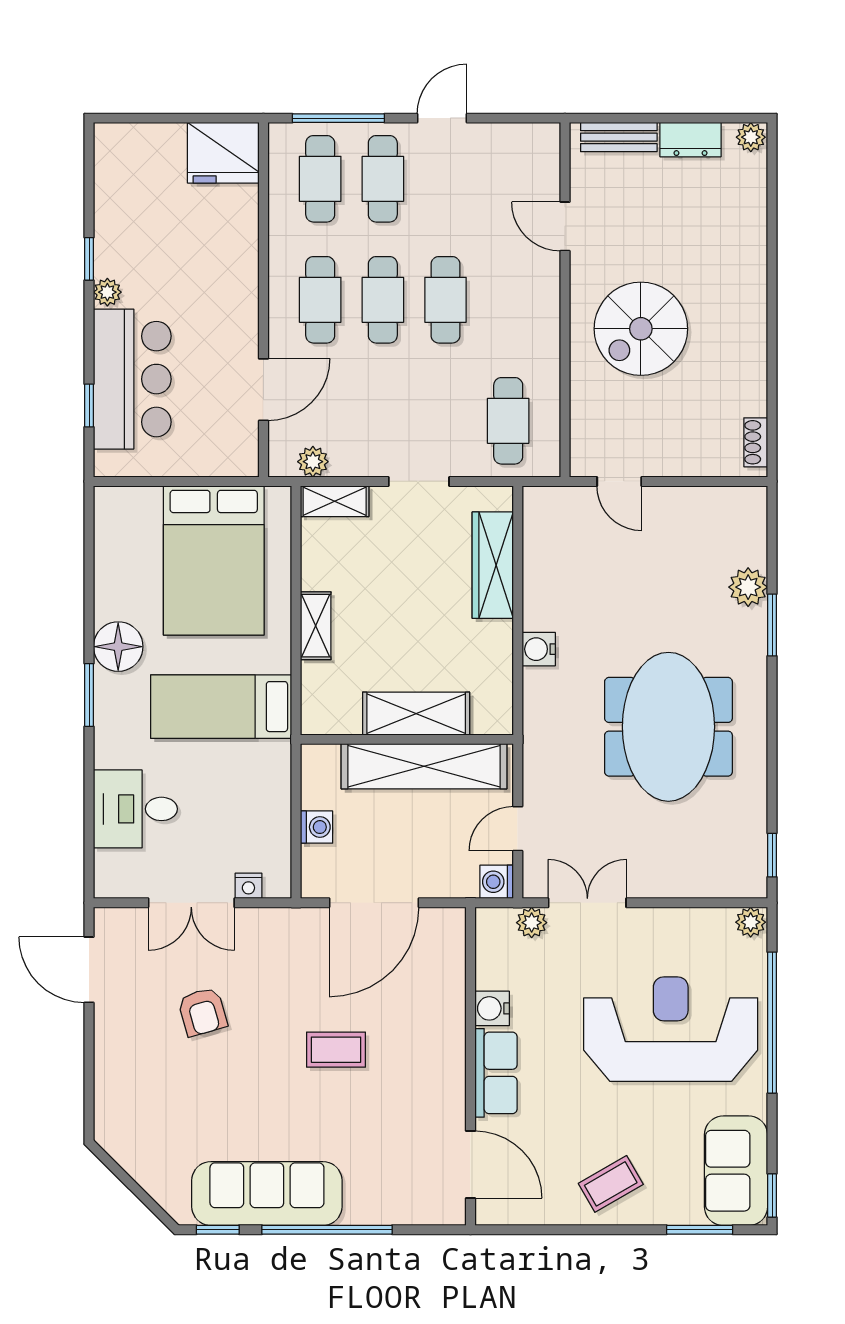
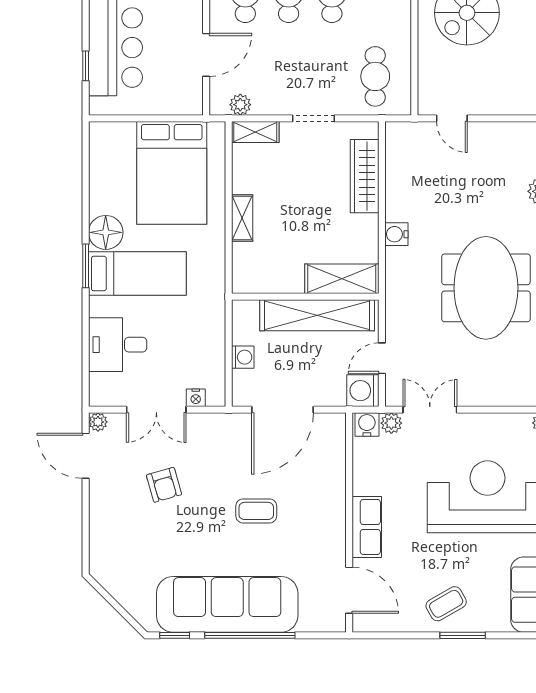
bed: (221, 707) -> (137, 274), moved, turned 180
shelving: (416, 714) -> (342, 279), moved
washing machine: (497, 882) -> (363, 391), width x1.38, depth x1.38
plant: (107, 921) -> (98, 422), added
water cooler: (492, 1008) -> (367, 424), moved, turned 90
sofa: (267, 1194) -> (227, 604), width x1.36, depth x1.27
window: (700, 1230) -> (463, 635), moved

